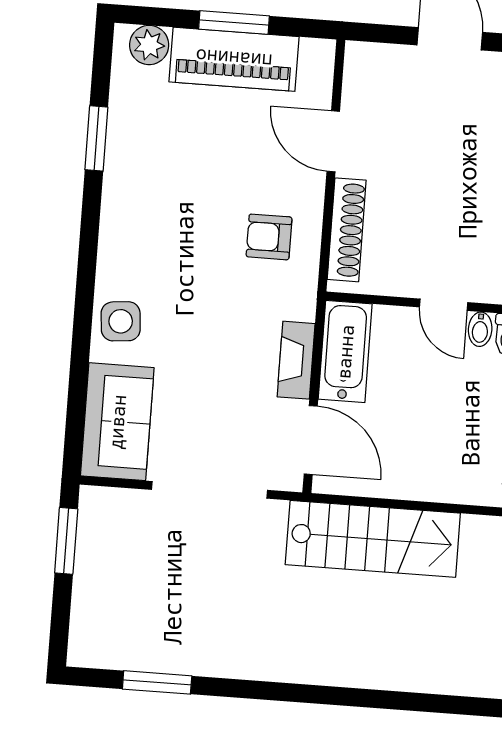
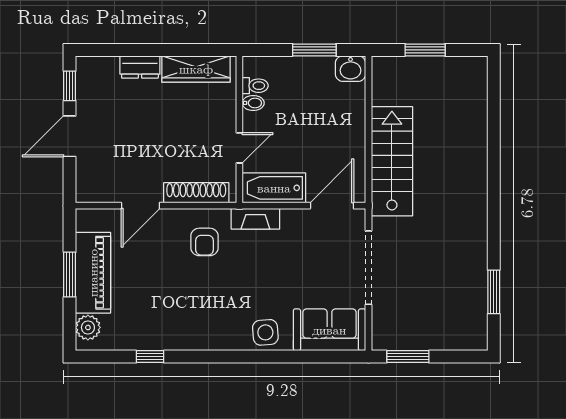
window: (96, 138) -> (150, 357), width x0.67
door: (444, 305) -> (239, 148), moved
fireplace: (296, 360) -> (255, 219), moved

